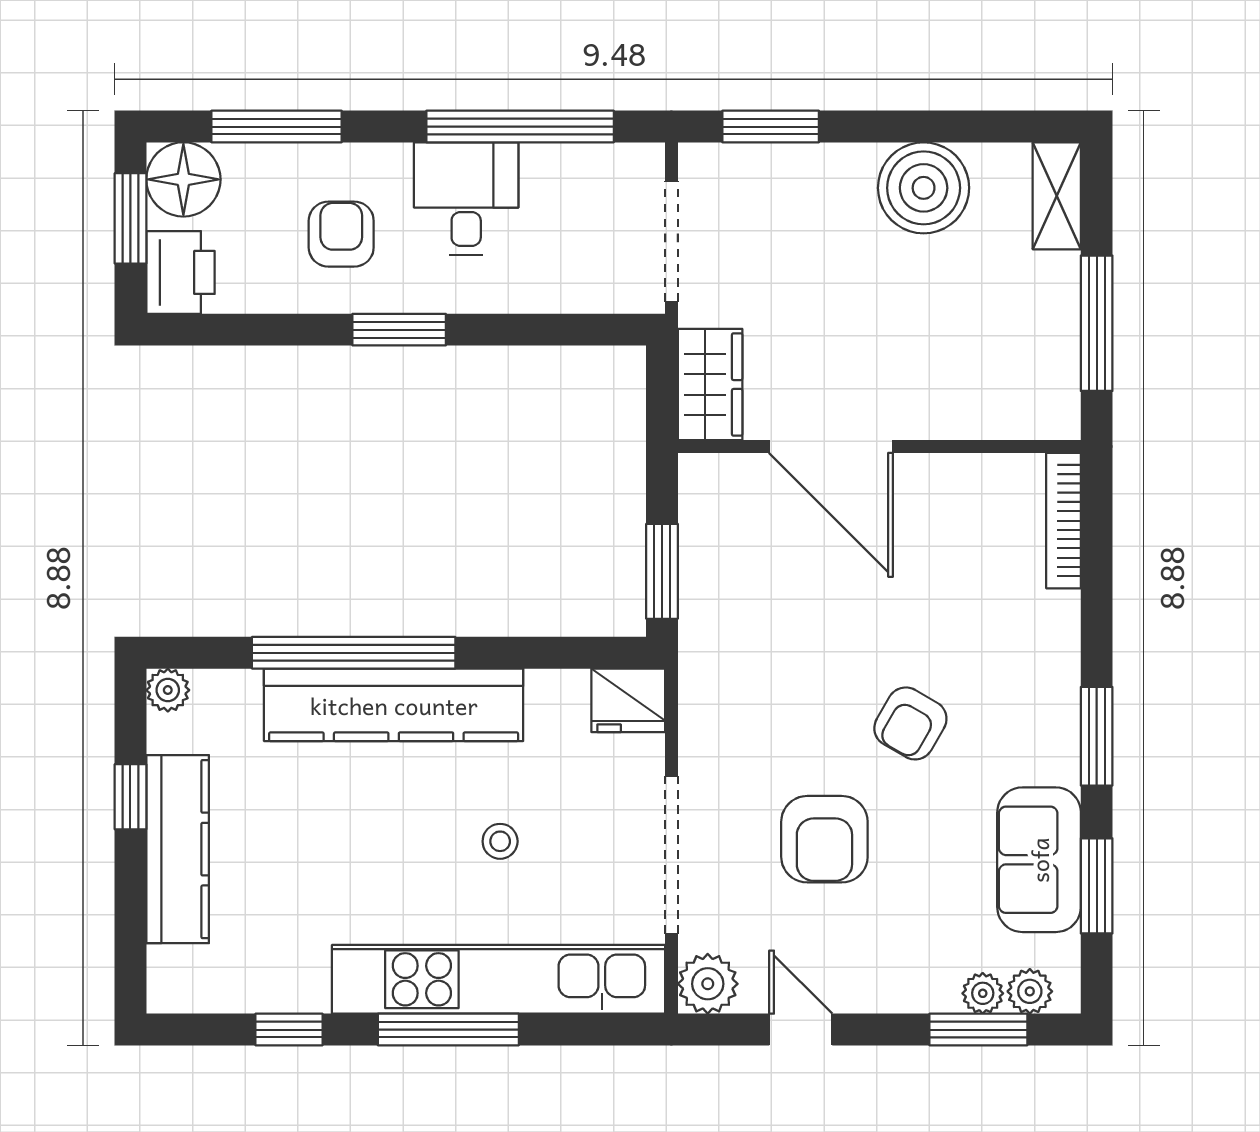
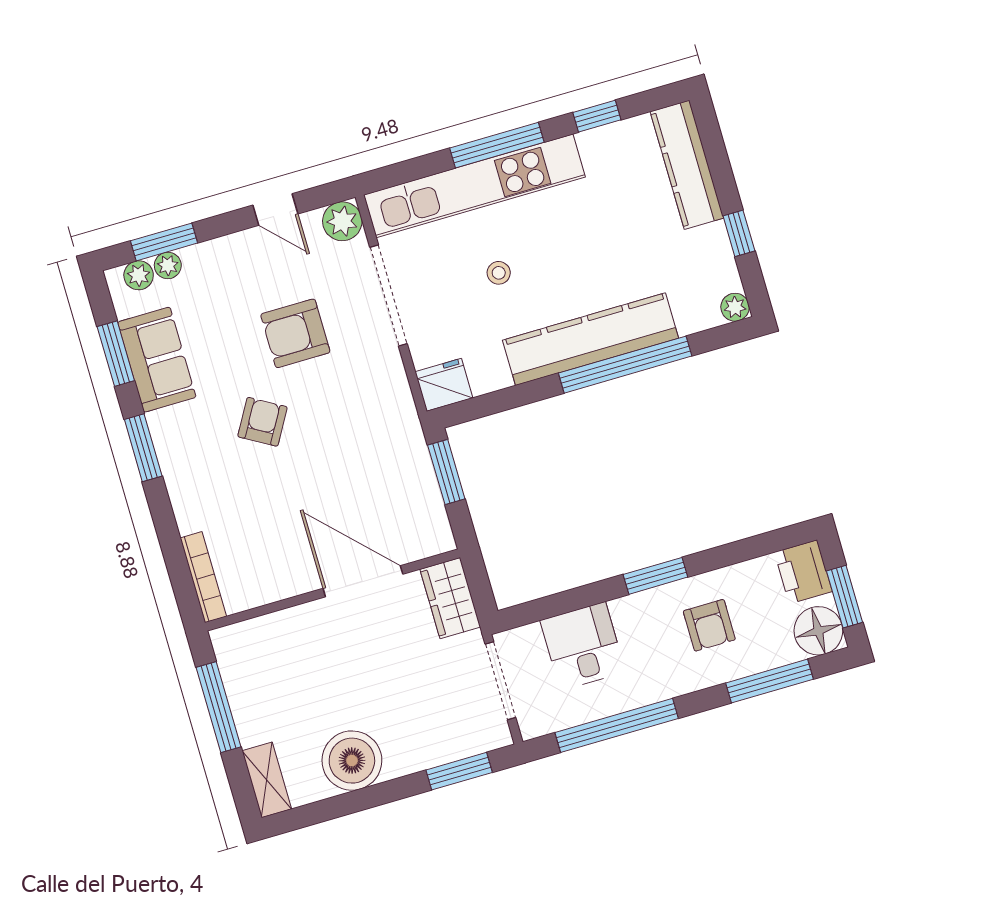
desk: (466, 199) -> (583, 646), moved, turned 180
armchair: (824, 839) -> (295, 333), turned -90
kitchen counter: (178, 849) -> (687, 165), moved

